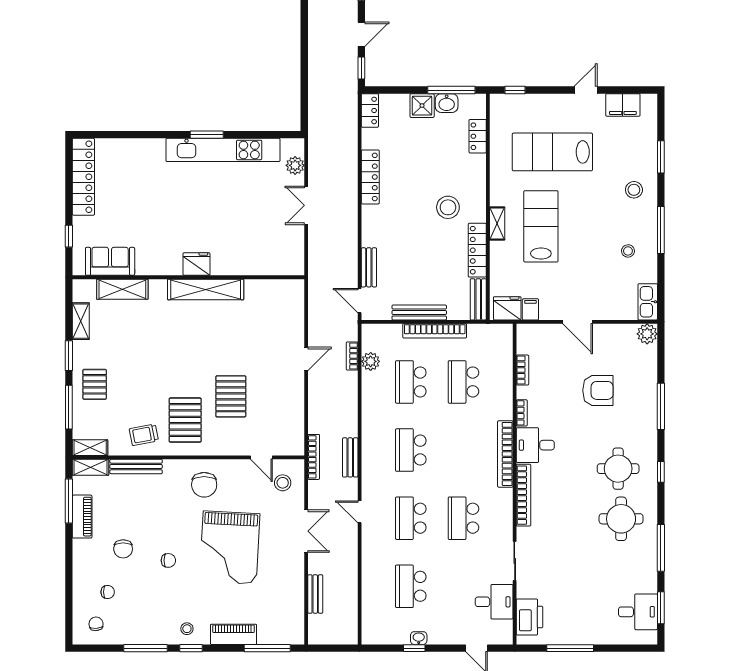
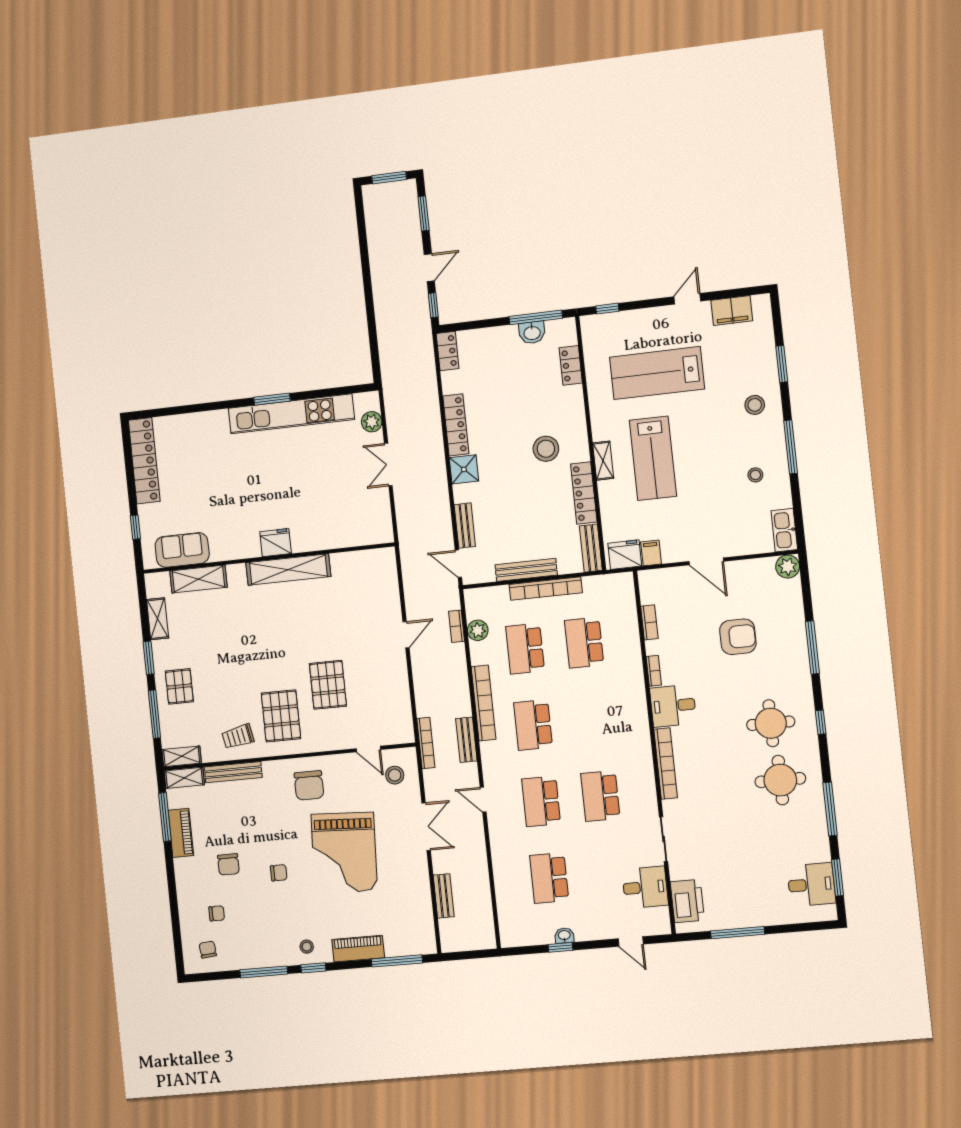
shower: (422, 106) -> (464, 469), moved
lab bench: (541, 226) -> (653, 458), turned 180
bookcase: (505, 454) -> (484, 703), moved, turned 180

